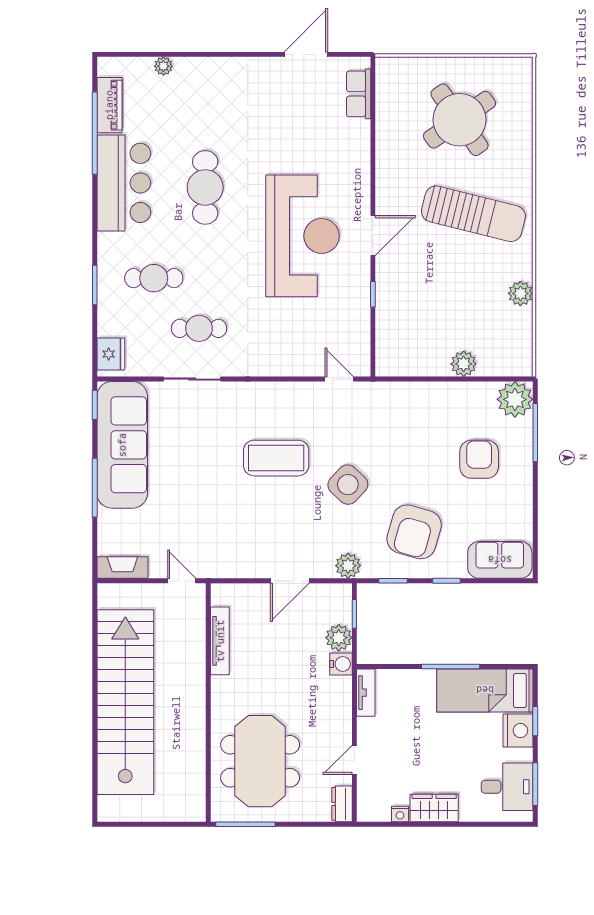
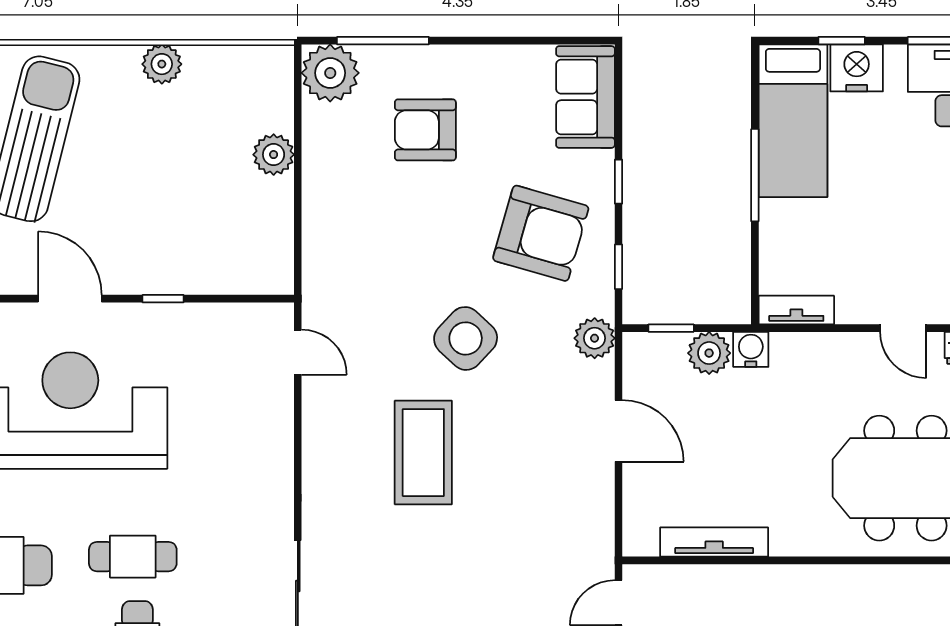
cafe table: (199, 328) -> (133, 557), moved, turned 90
door: (339, 379) -> (298, 352), swing flipped

